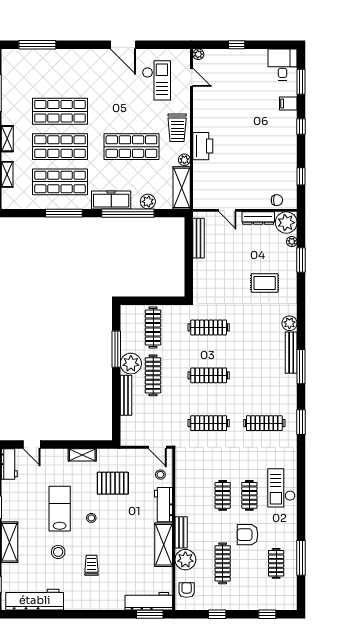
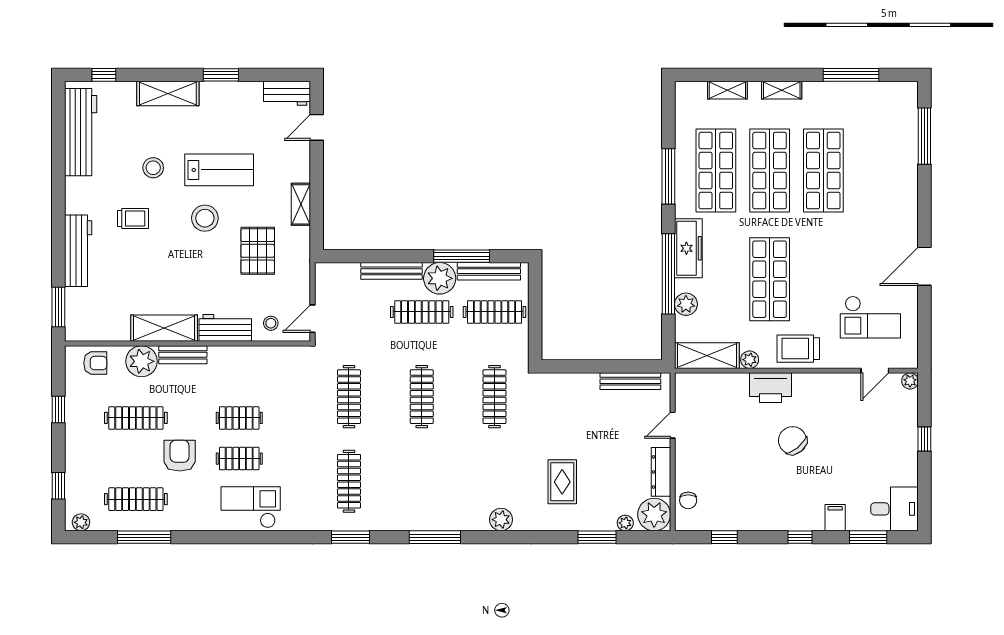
chair: (237, 132) -> (793, 440), added
bench: (291, 353) -> (489, 271), moved
stool: (91, 518) -> (205, 218), width x1.89, depth x1.89
clothes rail: (276, 563) -> (136, 499), width x1.36
plant: (291, 599) -> (81, 522), added
workbench: (149, 601) -> (78, 251), moved

